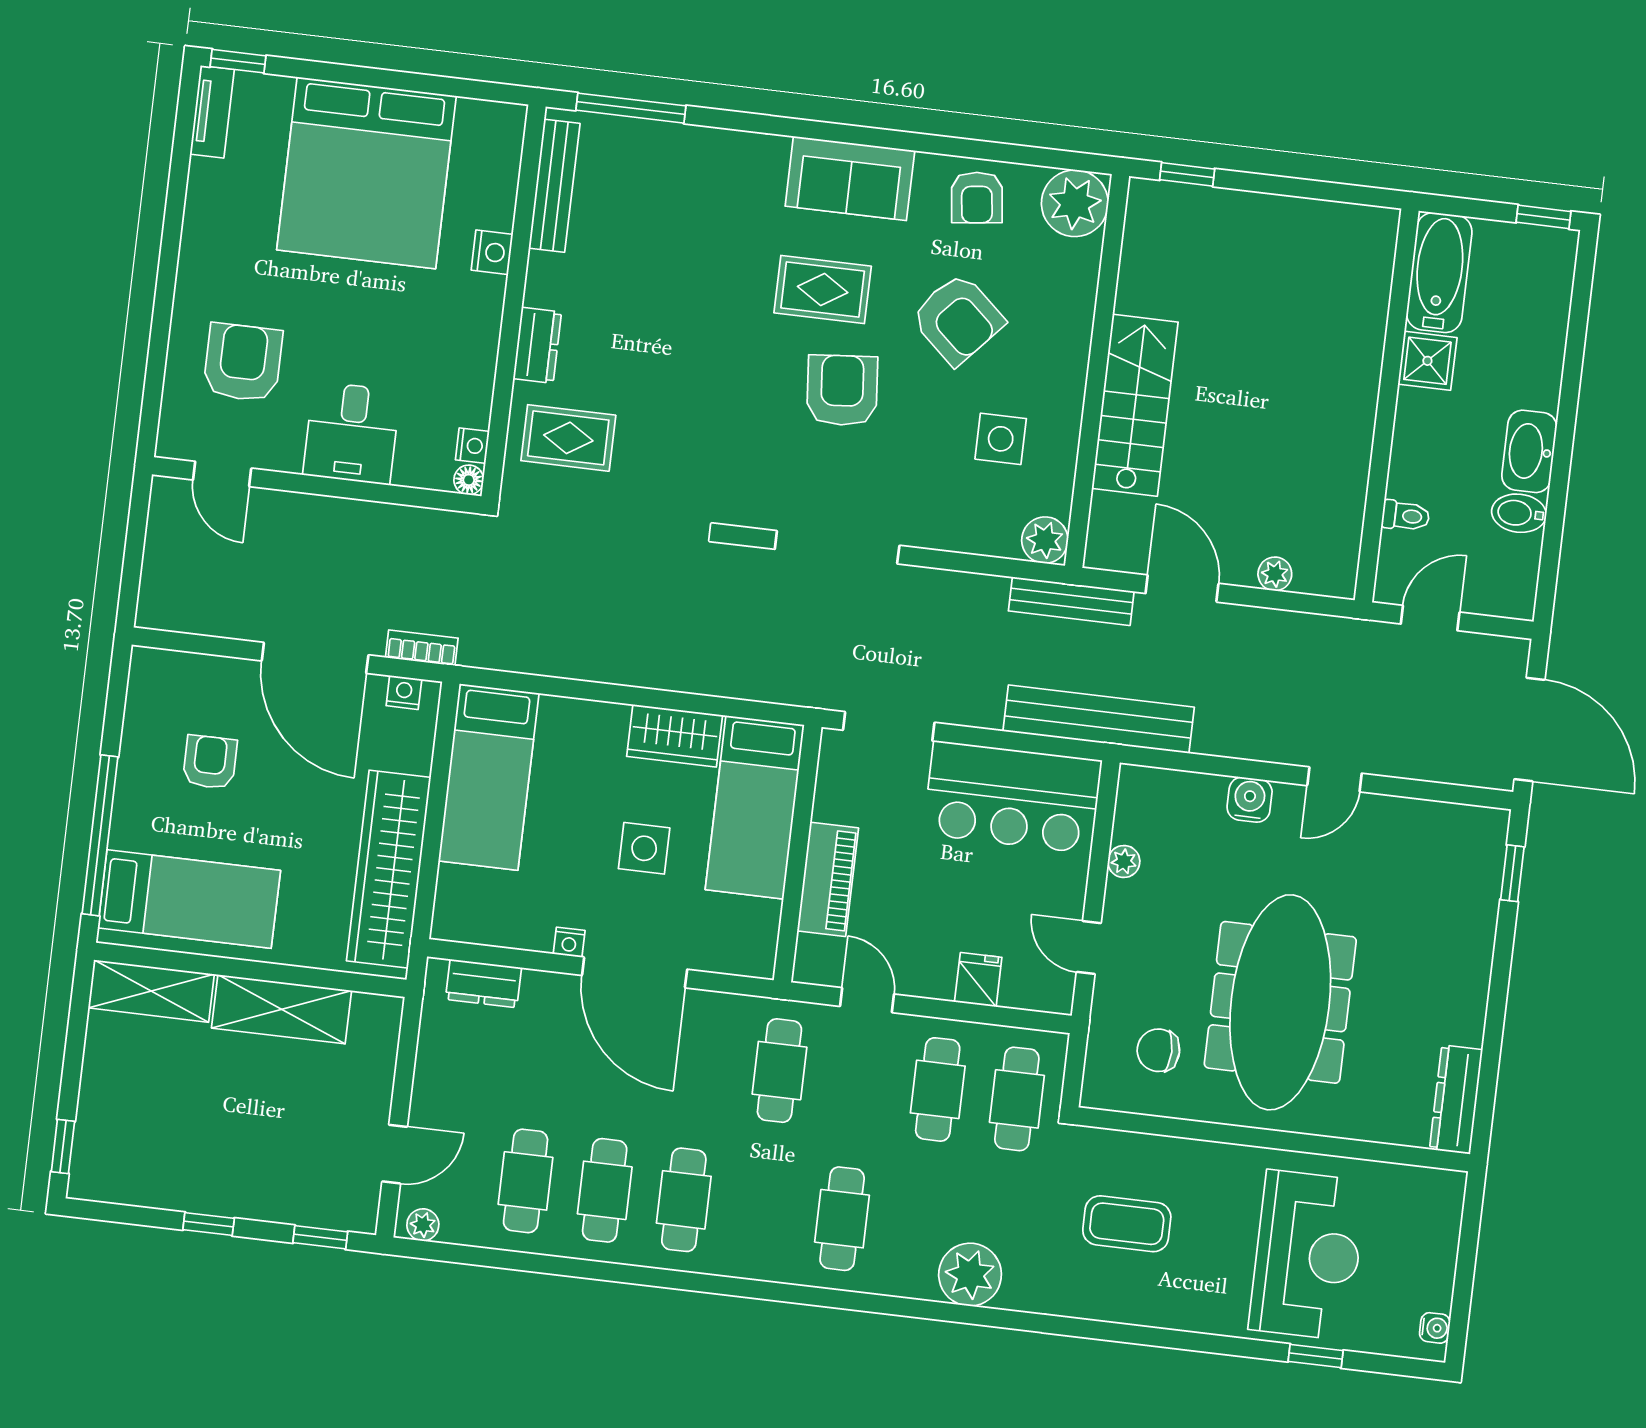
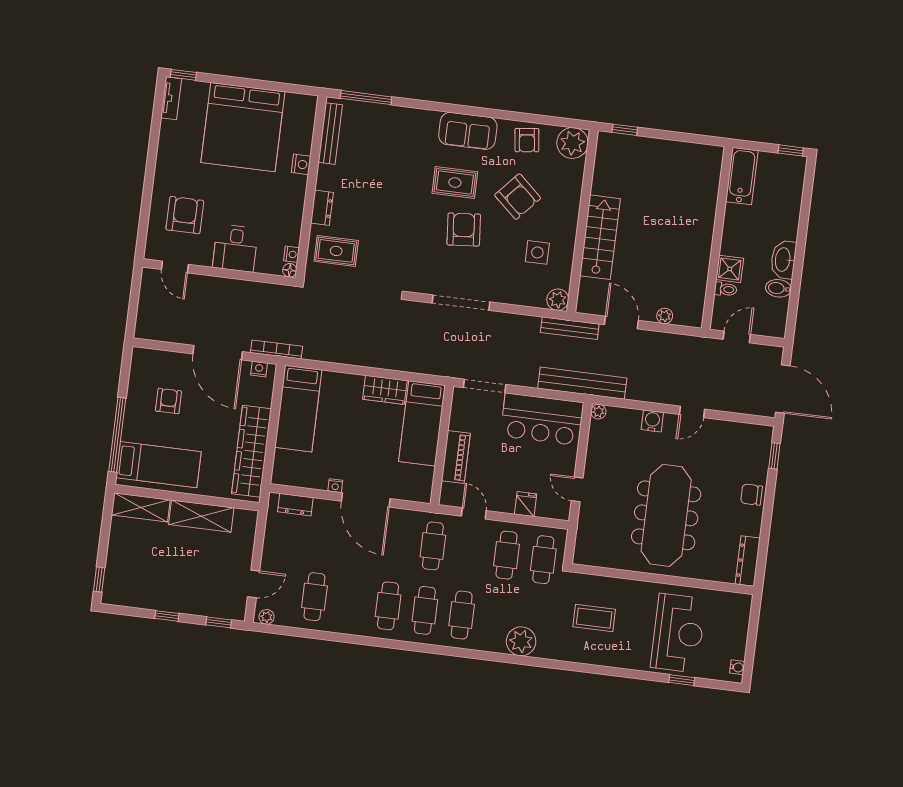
shower: (1427, 361) -> (730, 269), moved
bookcase: (422, 648) -> (277, 349), width x1.56
side table: (644, 848) -> (370, 442), removed
plant: (1124, 861) -> (598, 412), moved
chair: (1158, 1050) -> (751, 495), moved
cafe table: (605, 1190) -> (425, 610), moved

